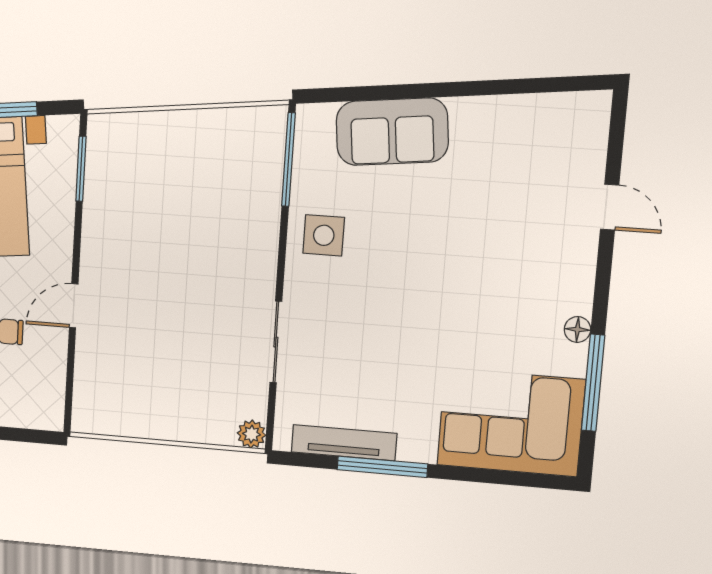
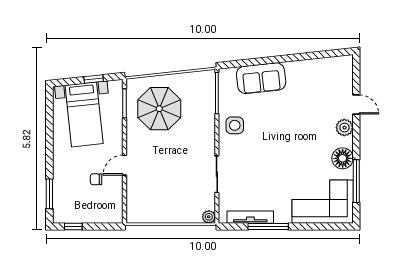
parasol: (157, 186) -> (159, 109), added
plant: (577, 259) -> (344, 128), added
floor lamp: (577, 329) -> (343, 158), width x1.89, depth x1.89

